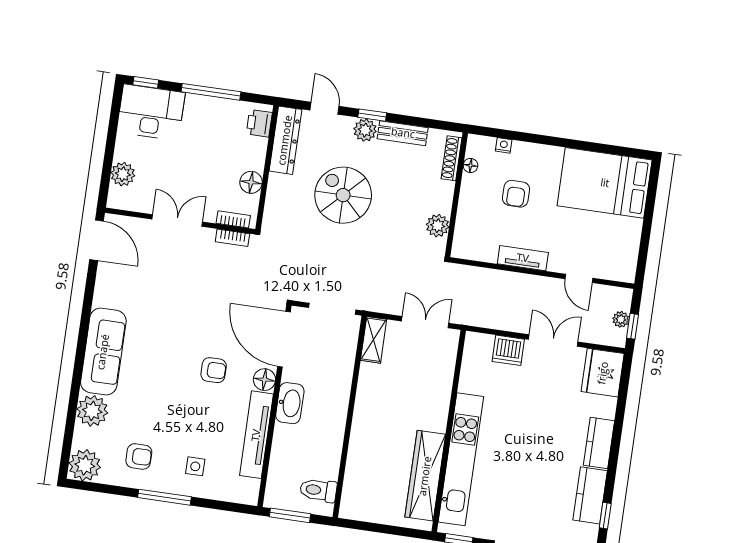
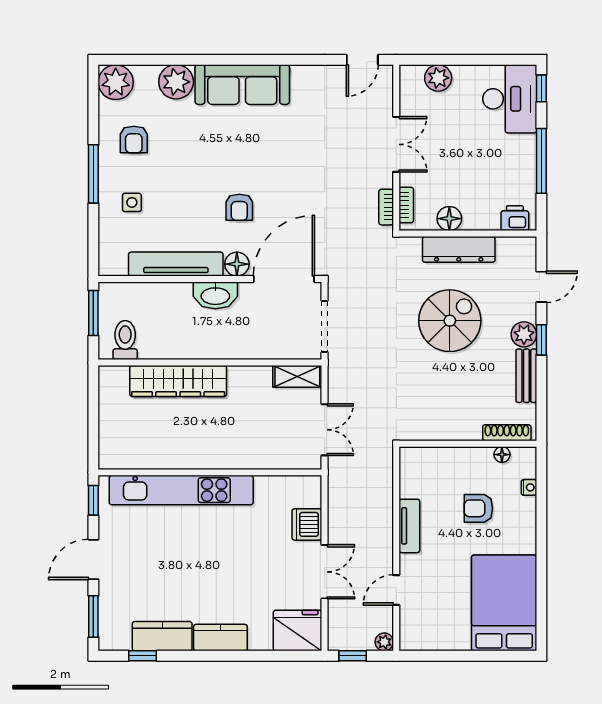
dresser: (285, 140) -> (459, 249), moved
plant: (438, 226) -> (431, 428), removed
door: (97, 240) -> (362, 60), width x0.73
plant: (621, 319) -> (384, 642), moved
wardrobe: (425, 476) -> (178, 381), moved, turned 180

